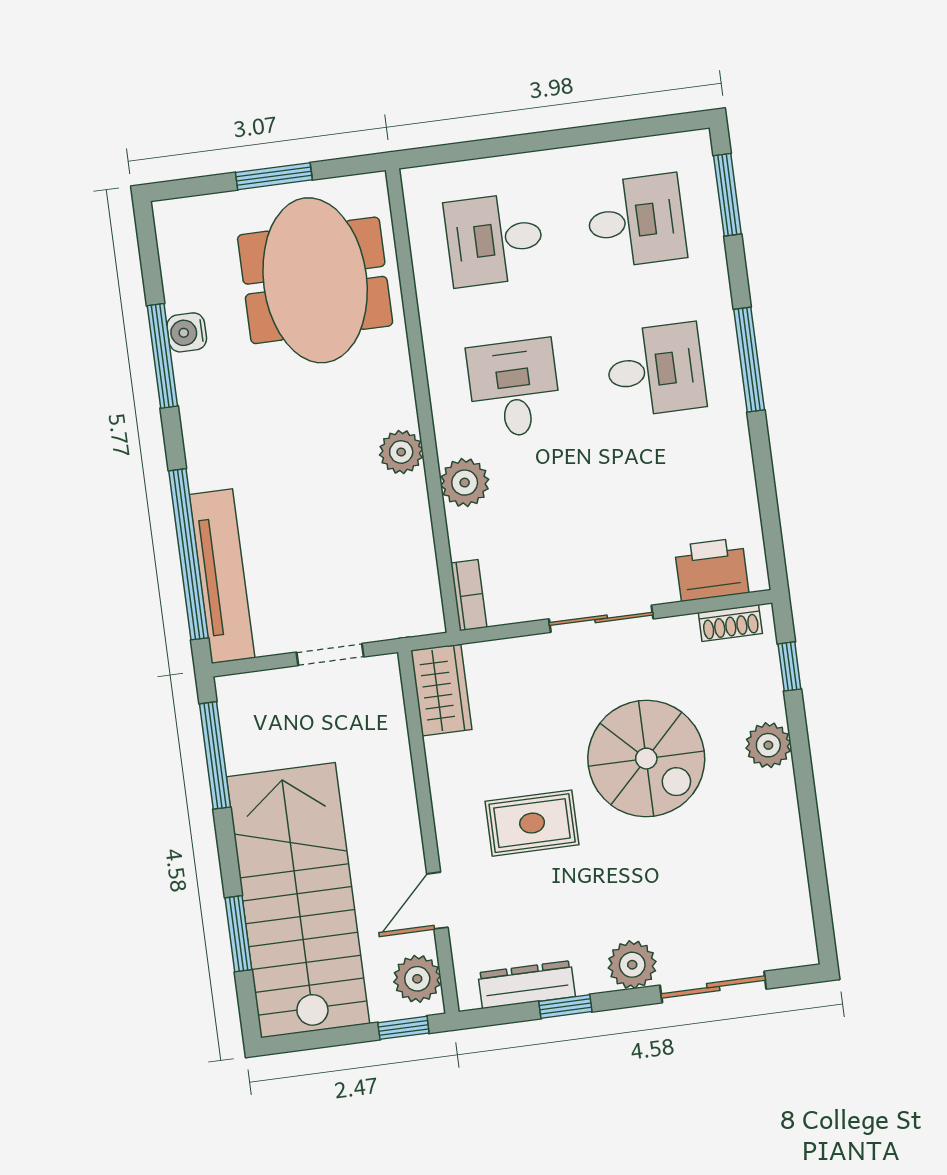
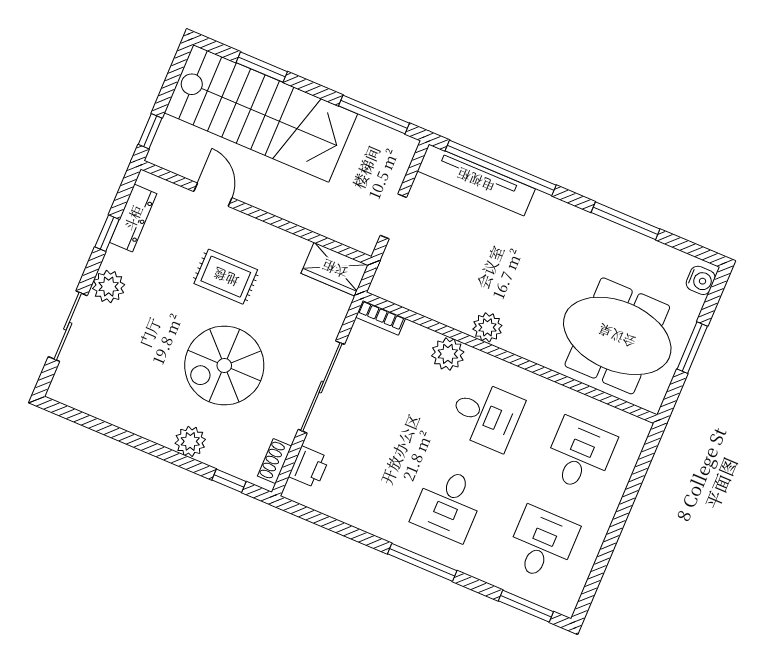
desk: (636, 221) -> (542, 544), turned 180
water cooler: (187, 332) -> (701, 280), moved, turned 90
printer: (712, 570) -> (309, 467), width x0.73, depth x0.81
sliding door: (601, 619) -> (321, 387), width x1.37
rug: (532, 823) -> (226, 277), turned 90
plant: (417, 979) -> (174, 156), removed

